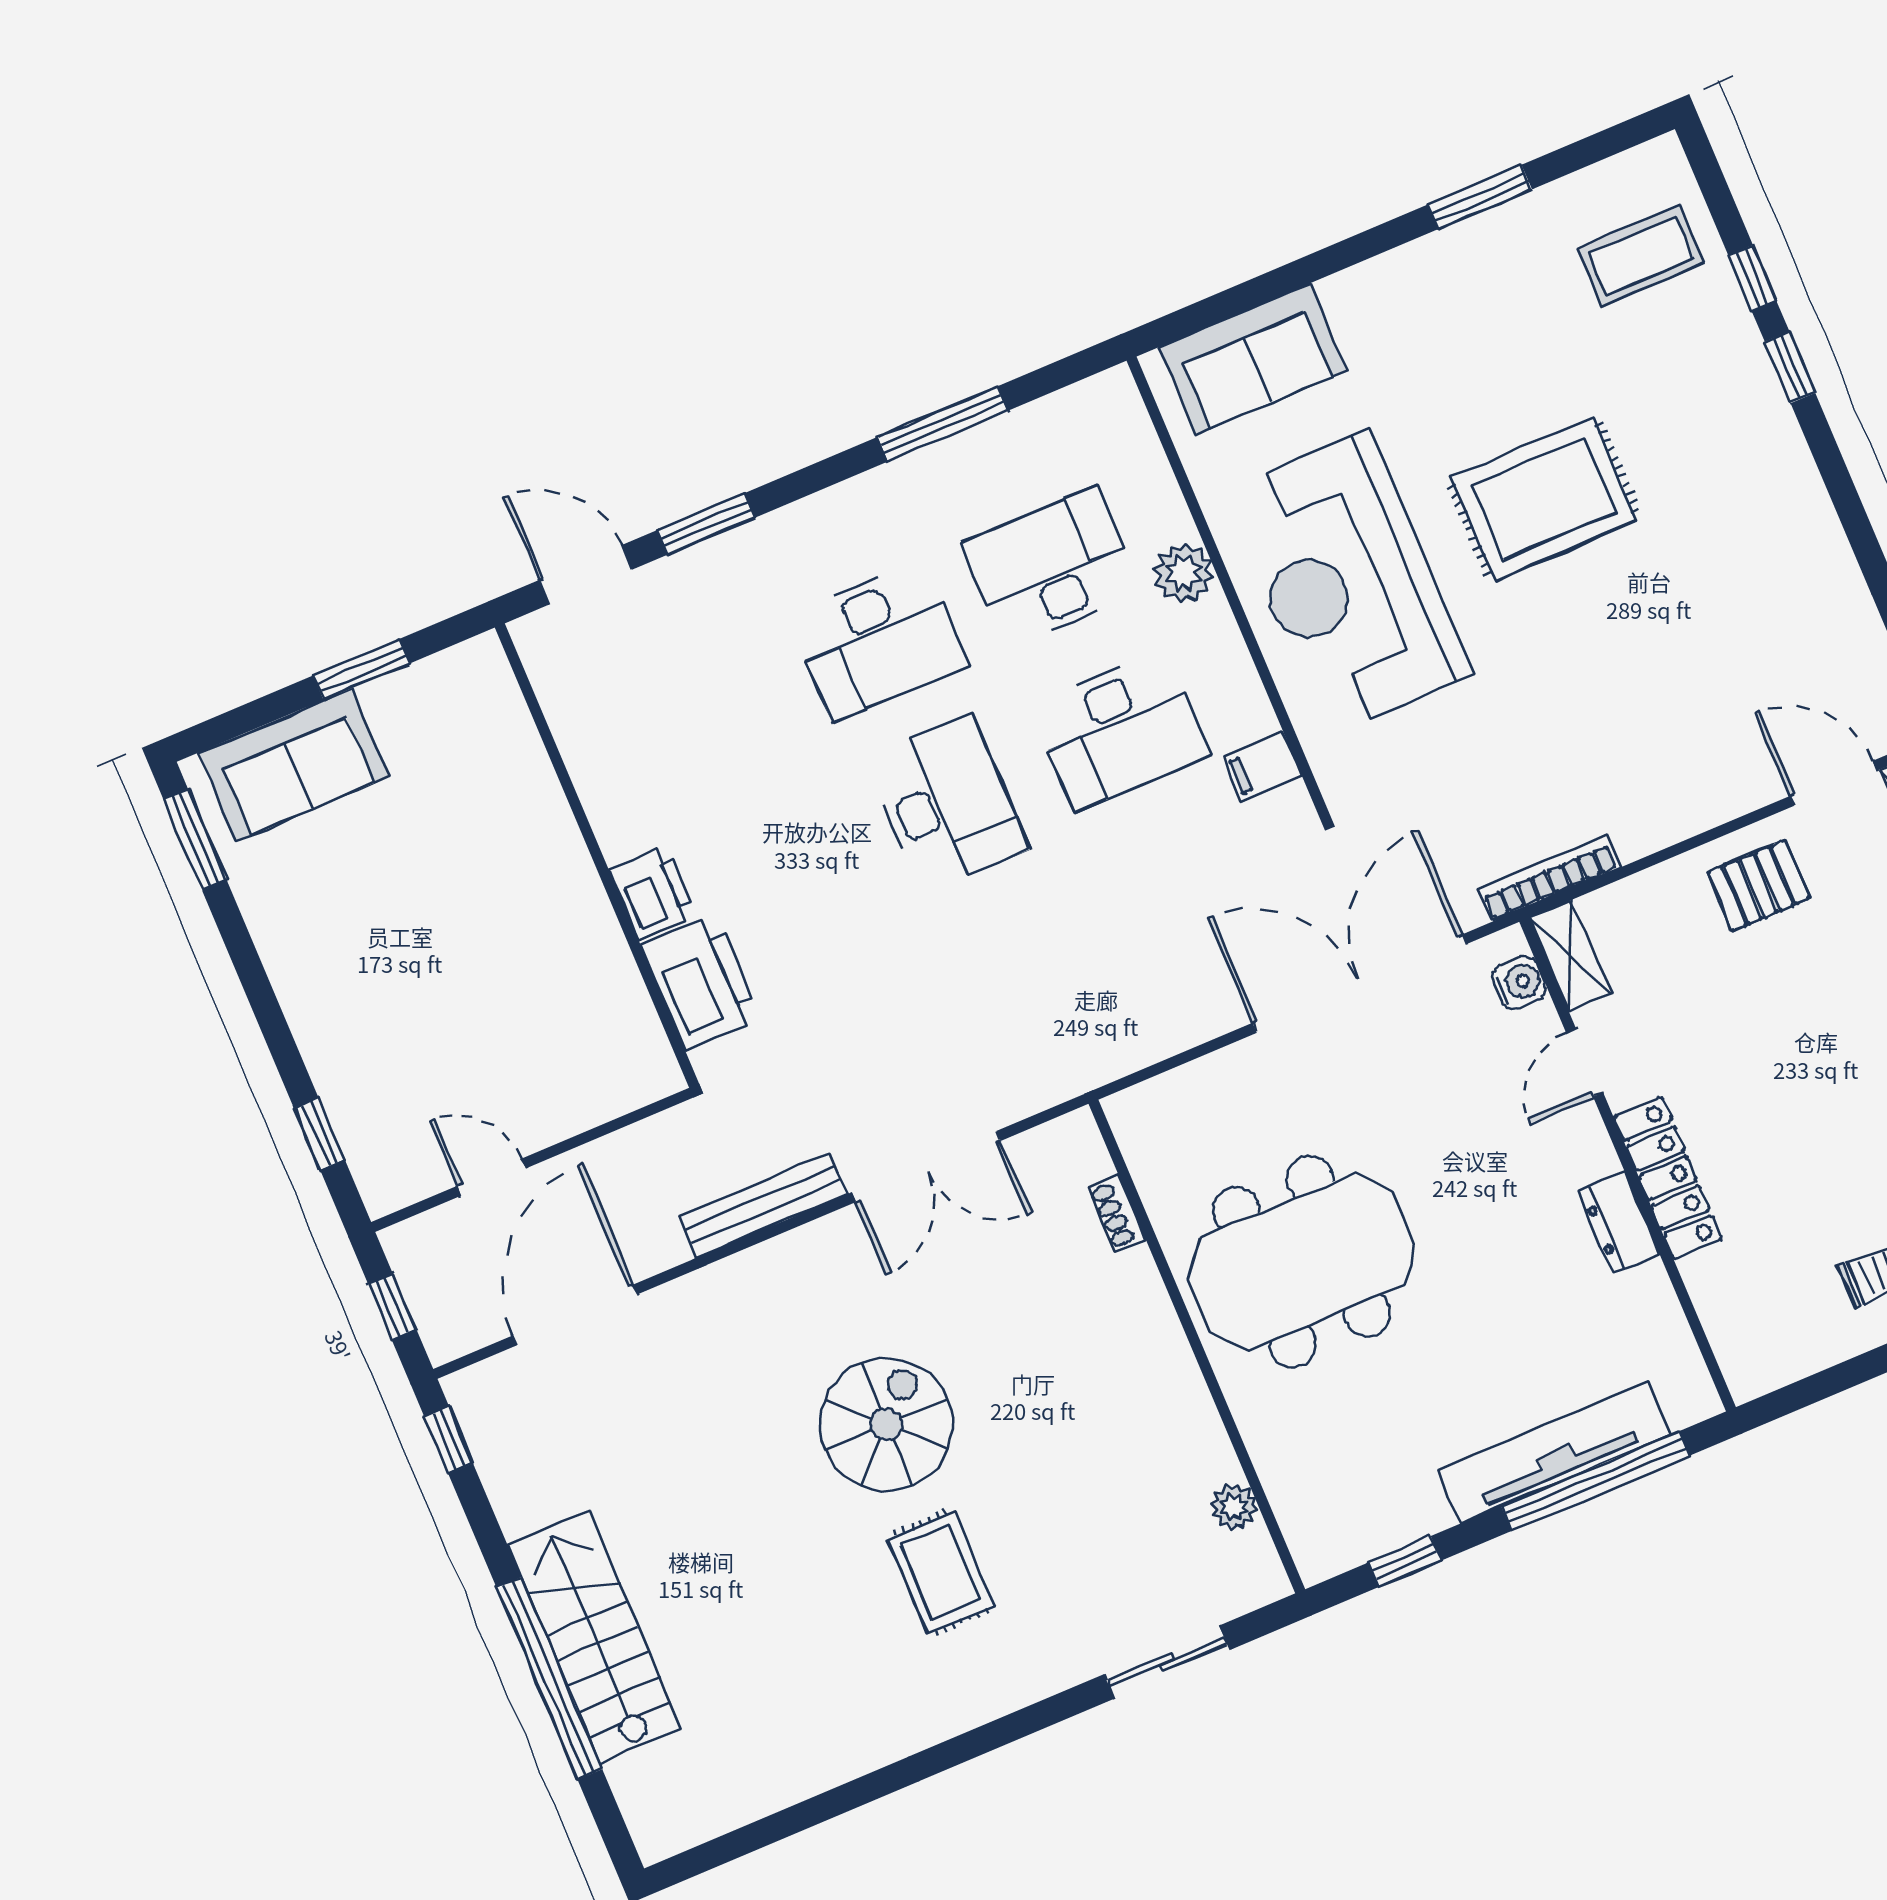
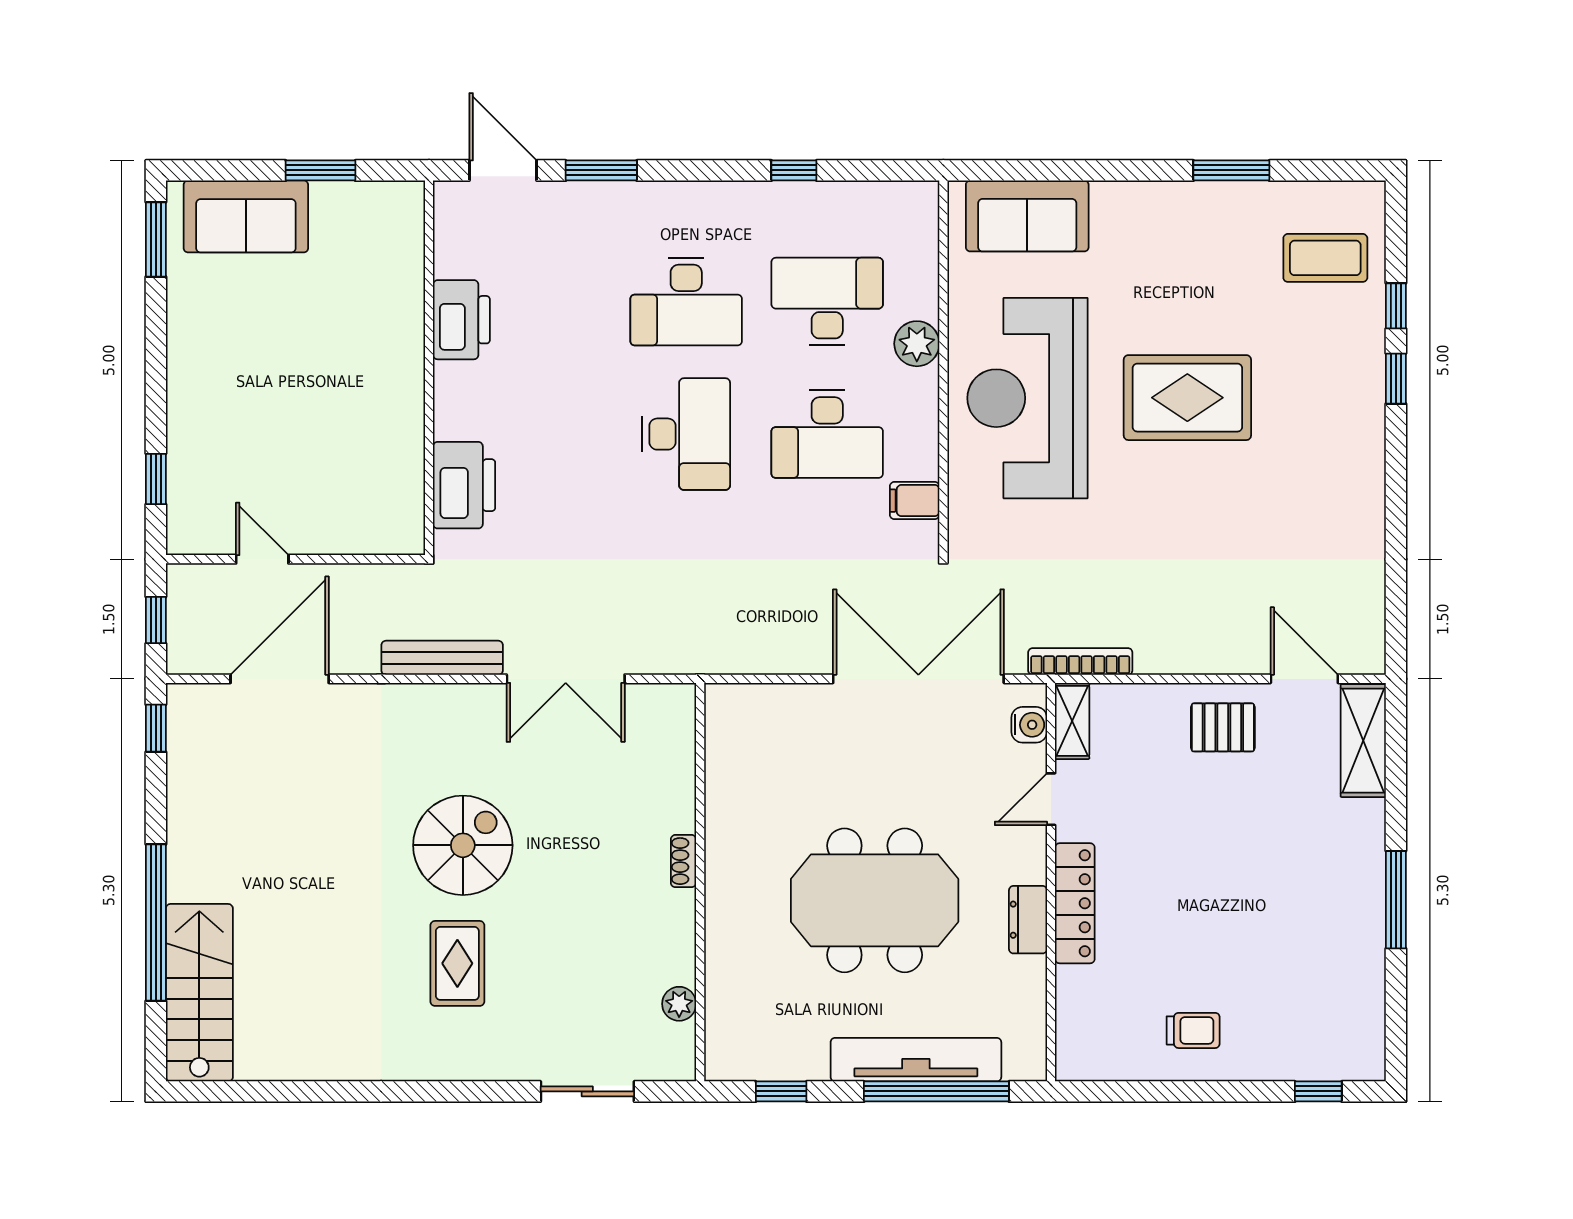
window: (943, 424) -> (794, 170), width x0.46
printer: (653, 893) -> (461, 320), moved, width x1.37, depth x1.19
shoe rack: (1117, 1214) -> (683, 861), moved
meeting table: (1302, 1262) -> (875, 900), moved
stairs: (595, 1637) -> (199, 993), moved

